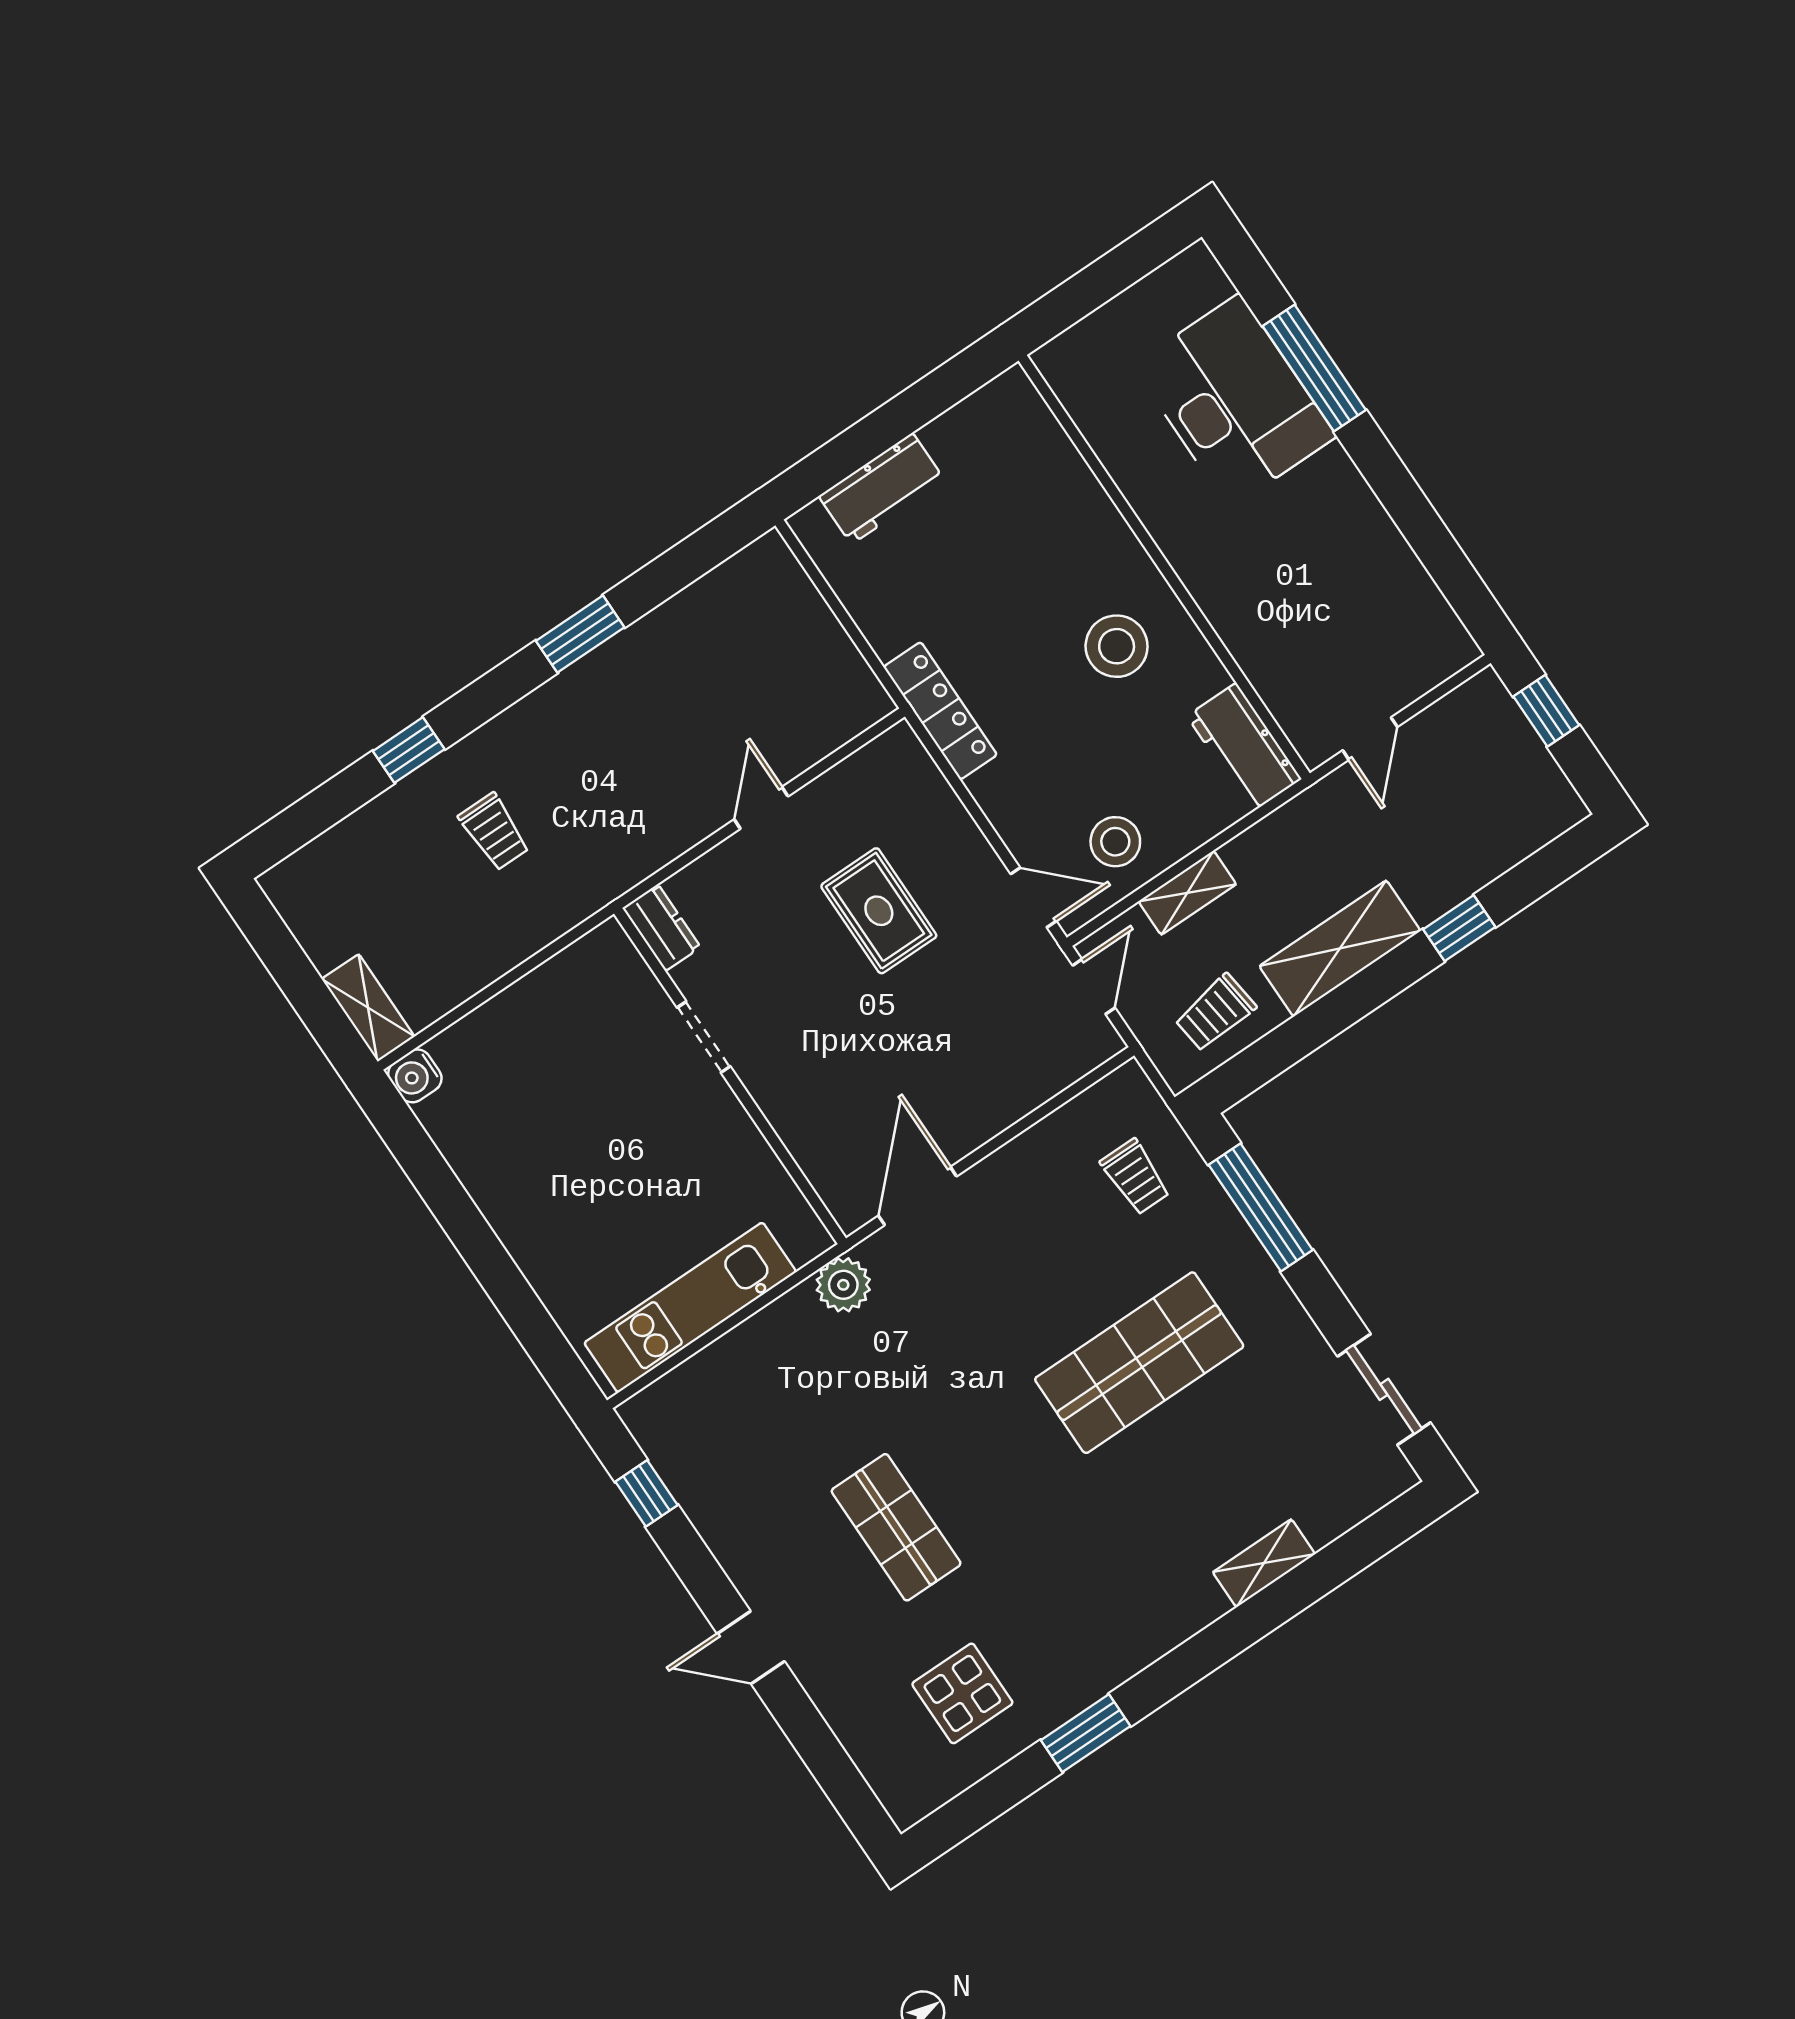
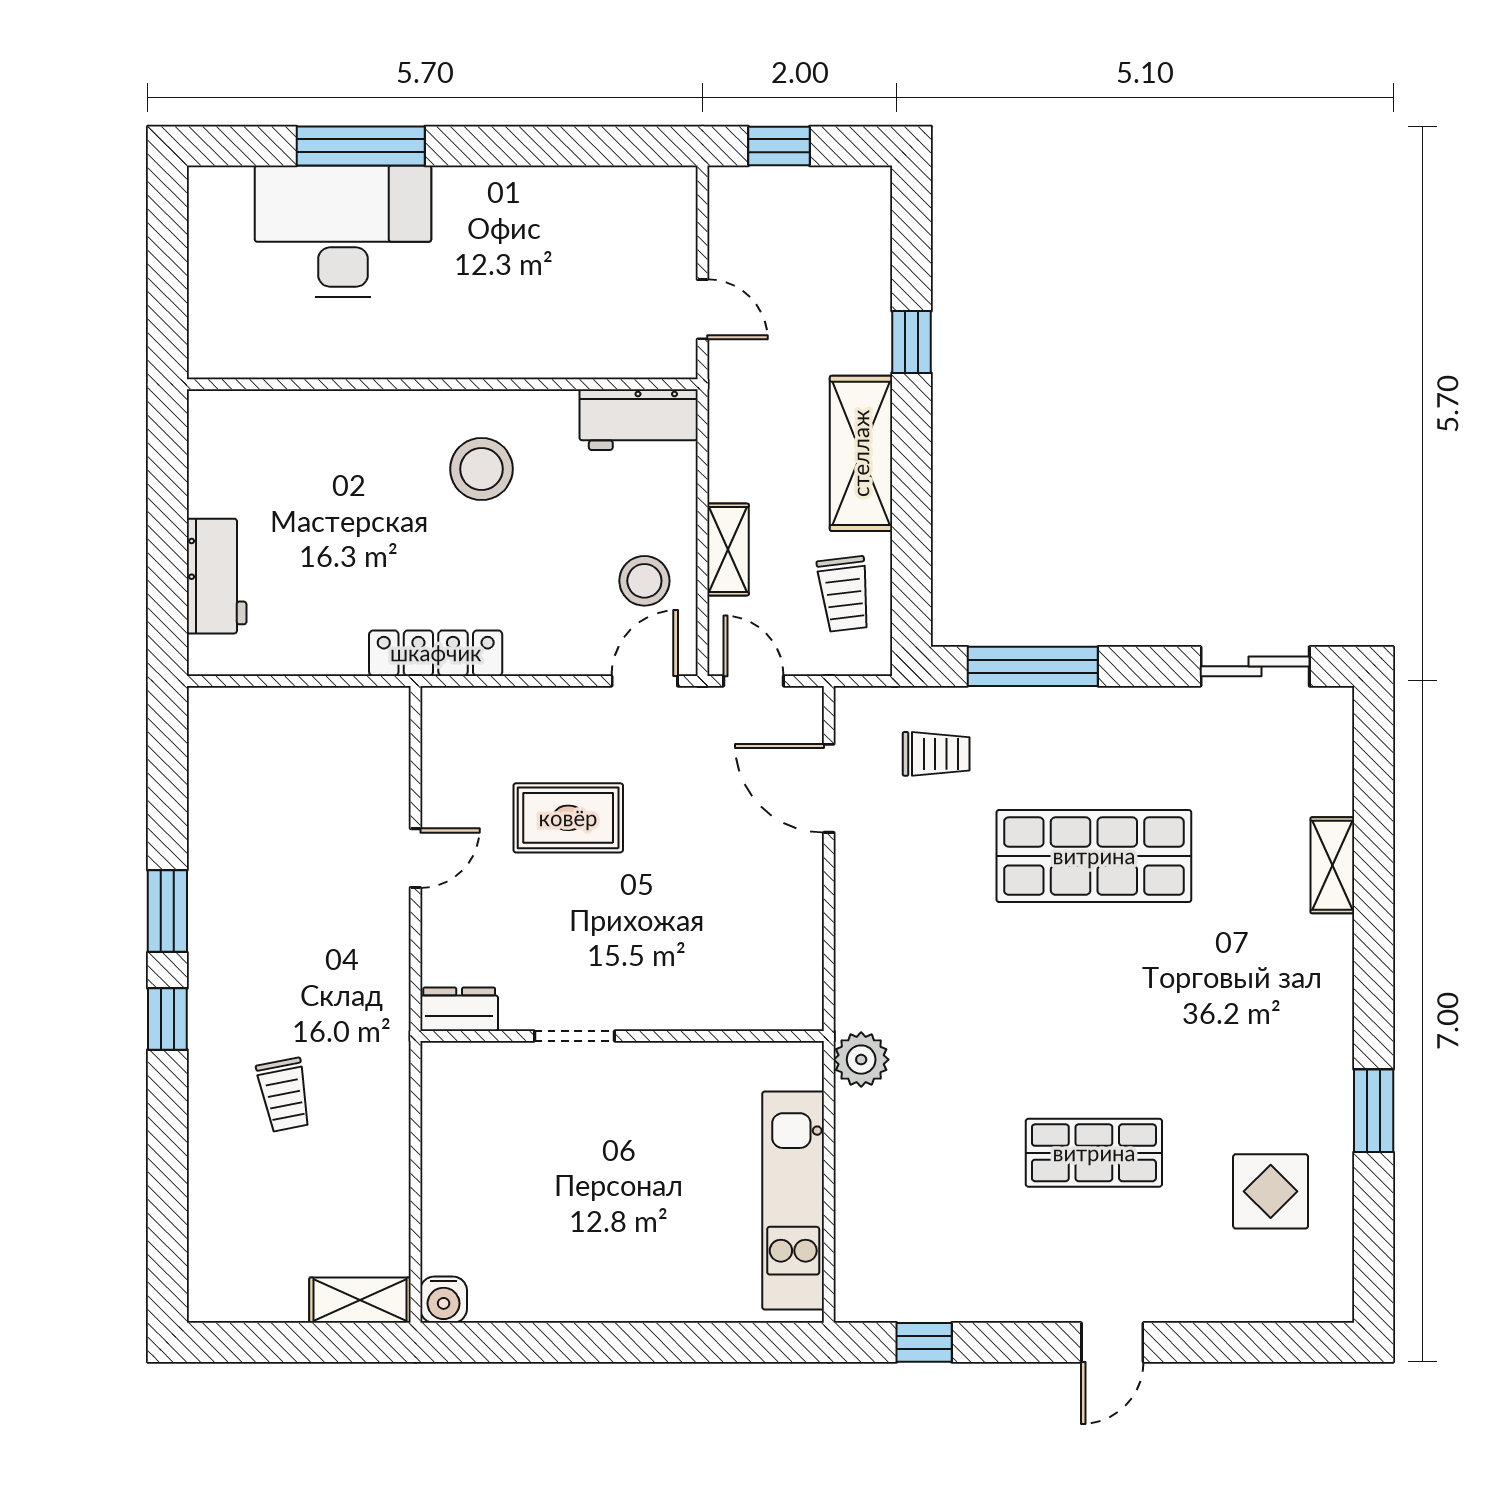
window: (409, 750) -> (167, 1019), moved
door: (761, 808) -> (415, 858), swing flipped
trolley: (494, 832) -> (284, 1095), turned 79
door: (918, 1196) -> (829, 788), moved
shop shelf: (1139, 1363) -> (1094, 856), turned 90

